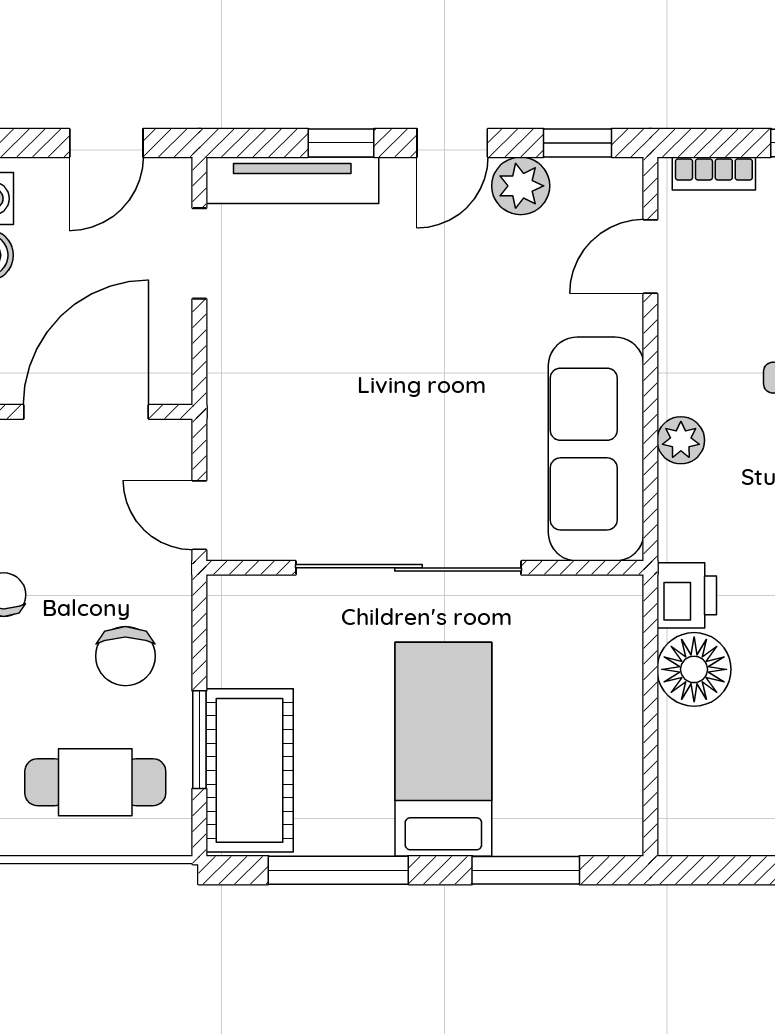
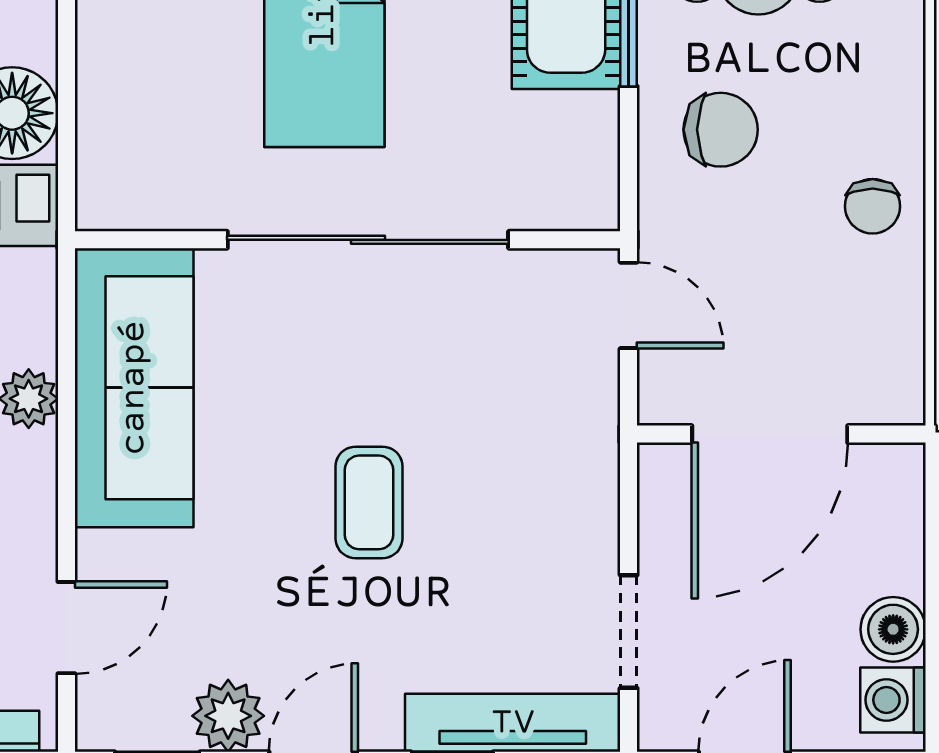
coffee table: (408, 357) -> (369, 502), added
chair: (125, 656) -> (721, 130), turned 90

